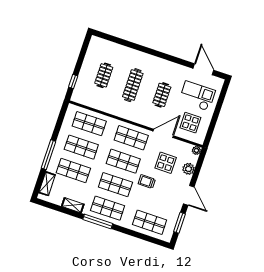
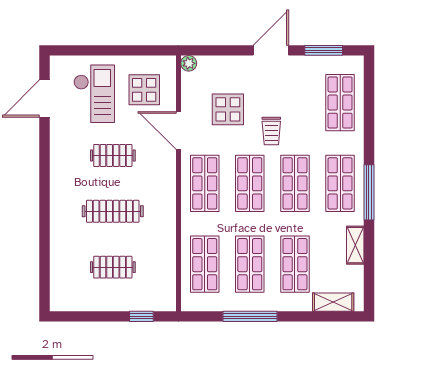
checkout: (197, 96) -> (94, 94), turned 180
window: (49, 155) -> (250, 316), moved
plant: (188, 169) -> (225, 66), removed

